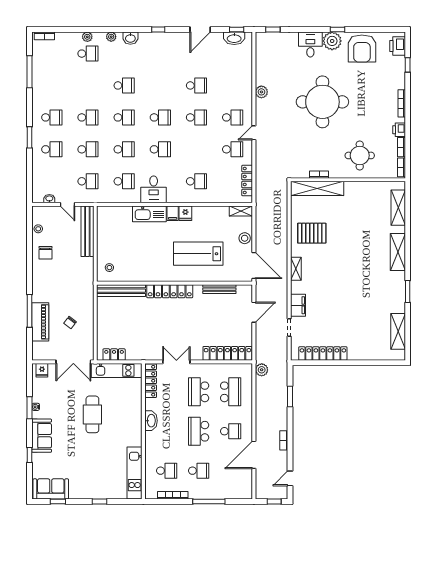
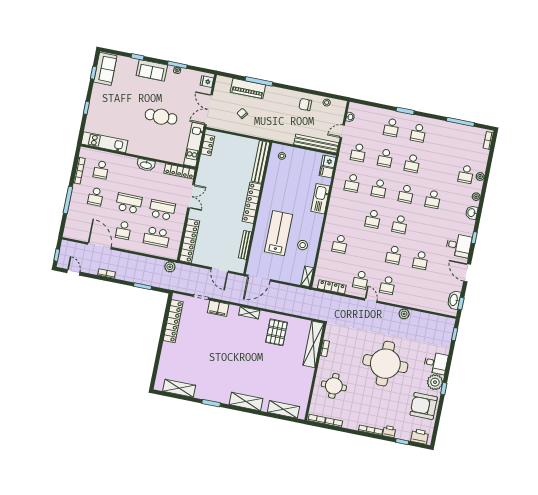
printer: (399, 130) -> (389, 432), moved
desk: (154, 189) -> (459, 245), moved, turned 180
filing cabinet: (173, 213) -> (326, 172), moved
fridge: (185, 213) -> (328, 161), moved
stool: (245, 238) -> (303, 245), moved

